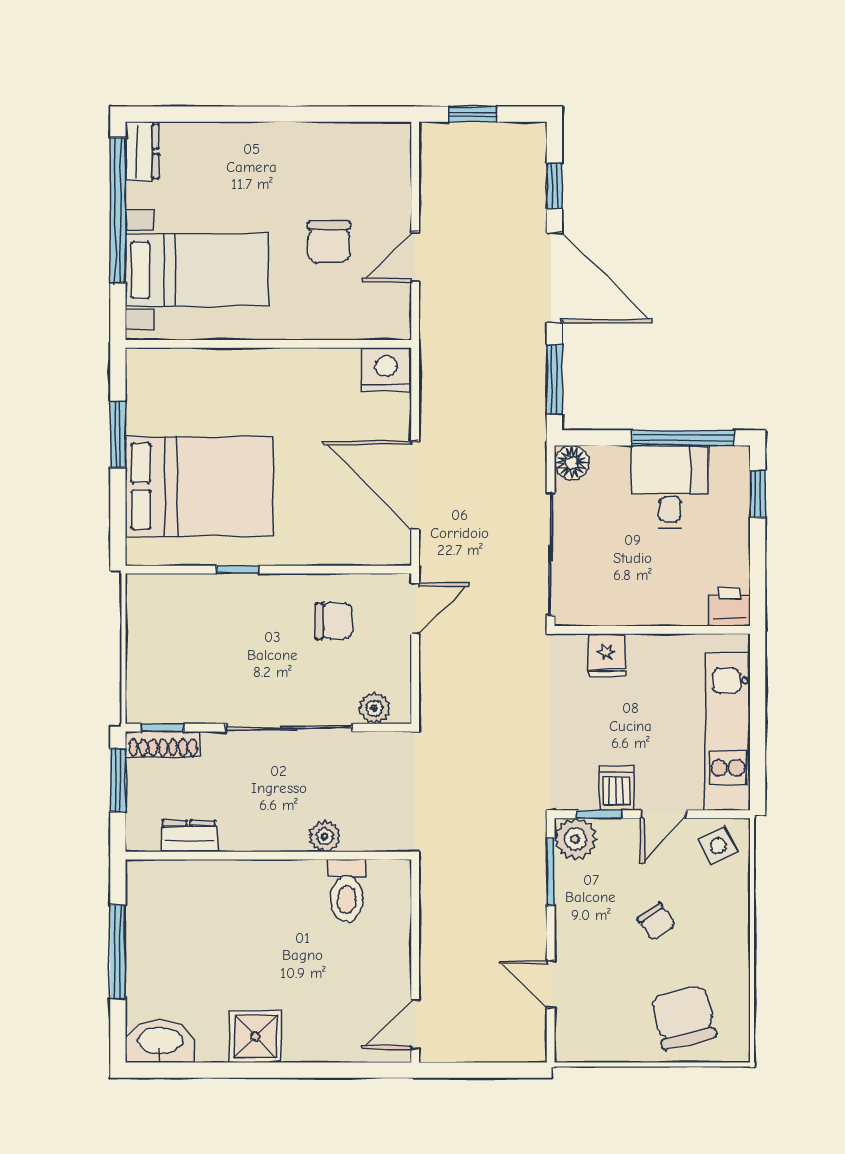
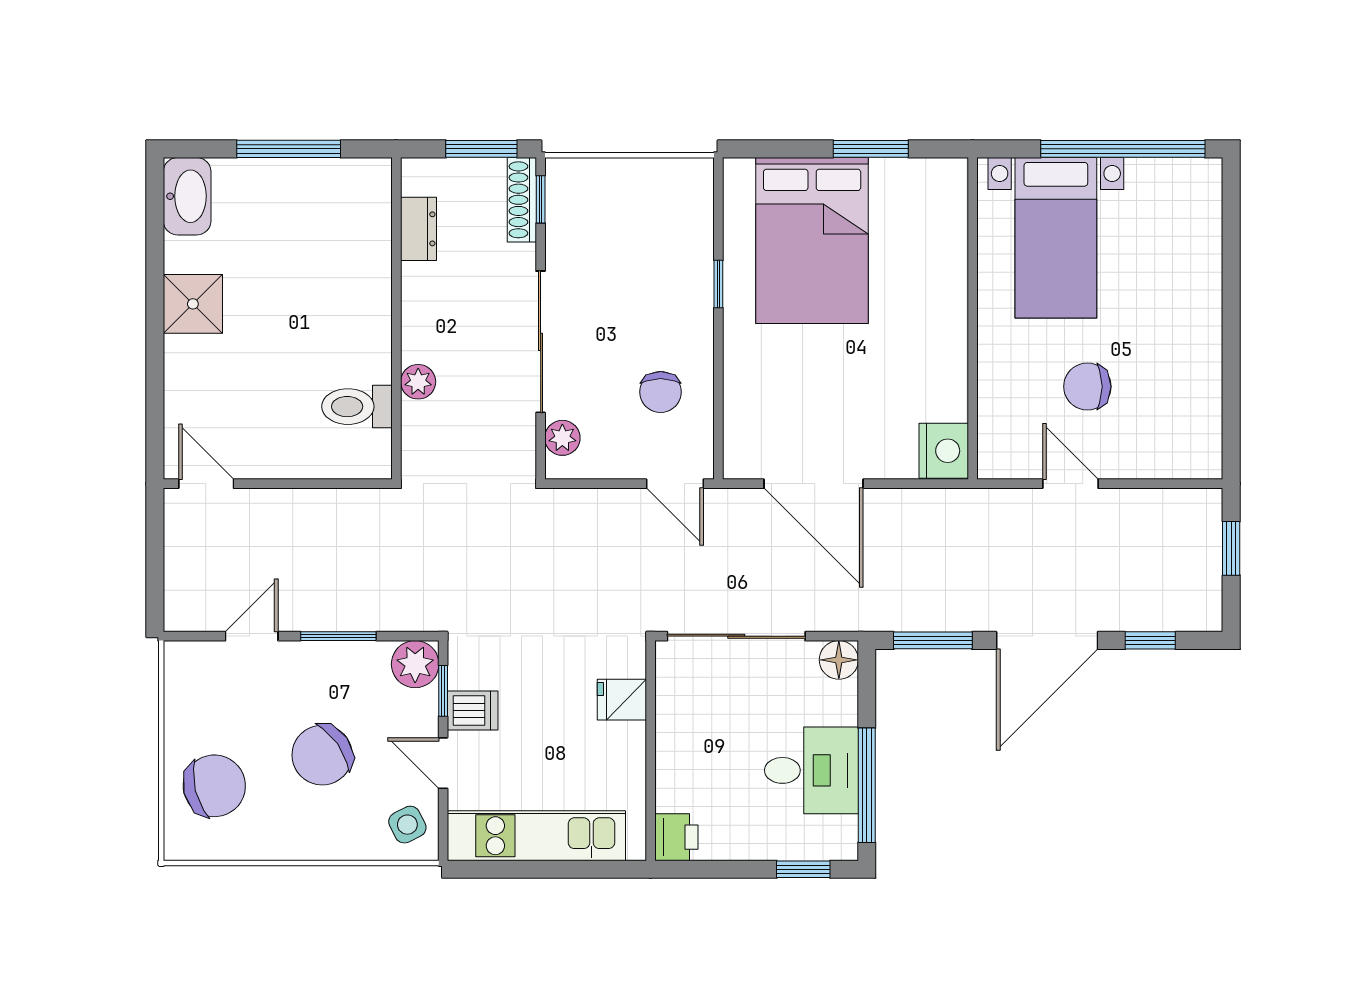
dresser: (142, 151) -> (1189, 176), removed
door: (415, 485) -> (813, 484), swing flipped
window: (551, 872) -> (338, 636), moved
chair: (656, 922) -> (322, 755), width x1.87, depth x1.87

